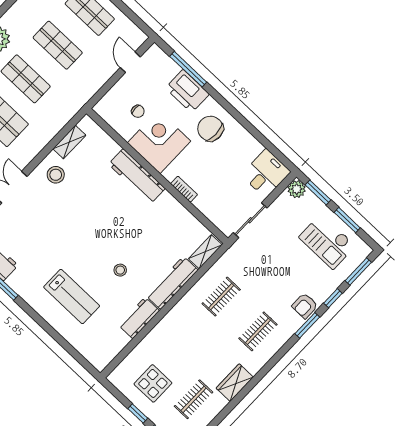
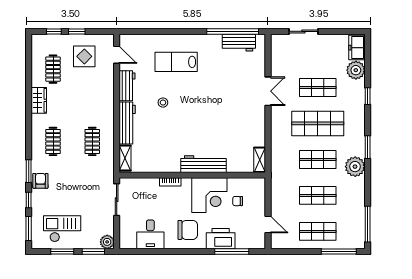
shelving: (69, 142) -> (260, 160), moved
desk: (266, 173) -> (150, 234), moved
stool: (56, 175) -> (250, 122), removed
door: (121, 356) -> (117, 55), added

